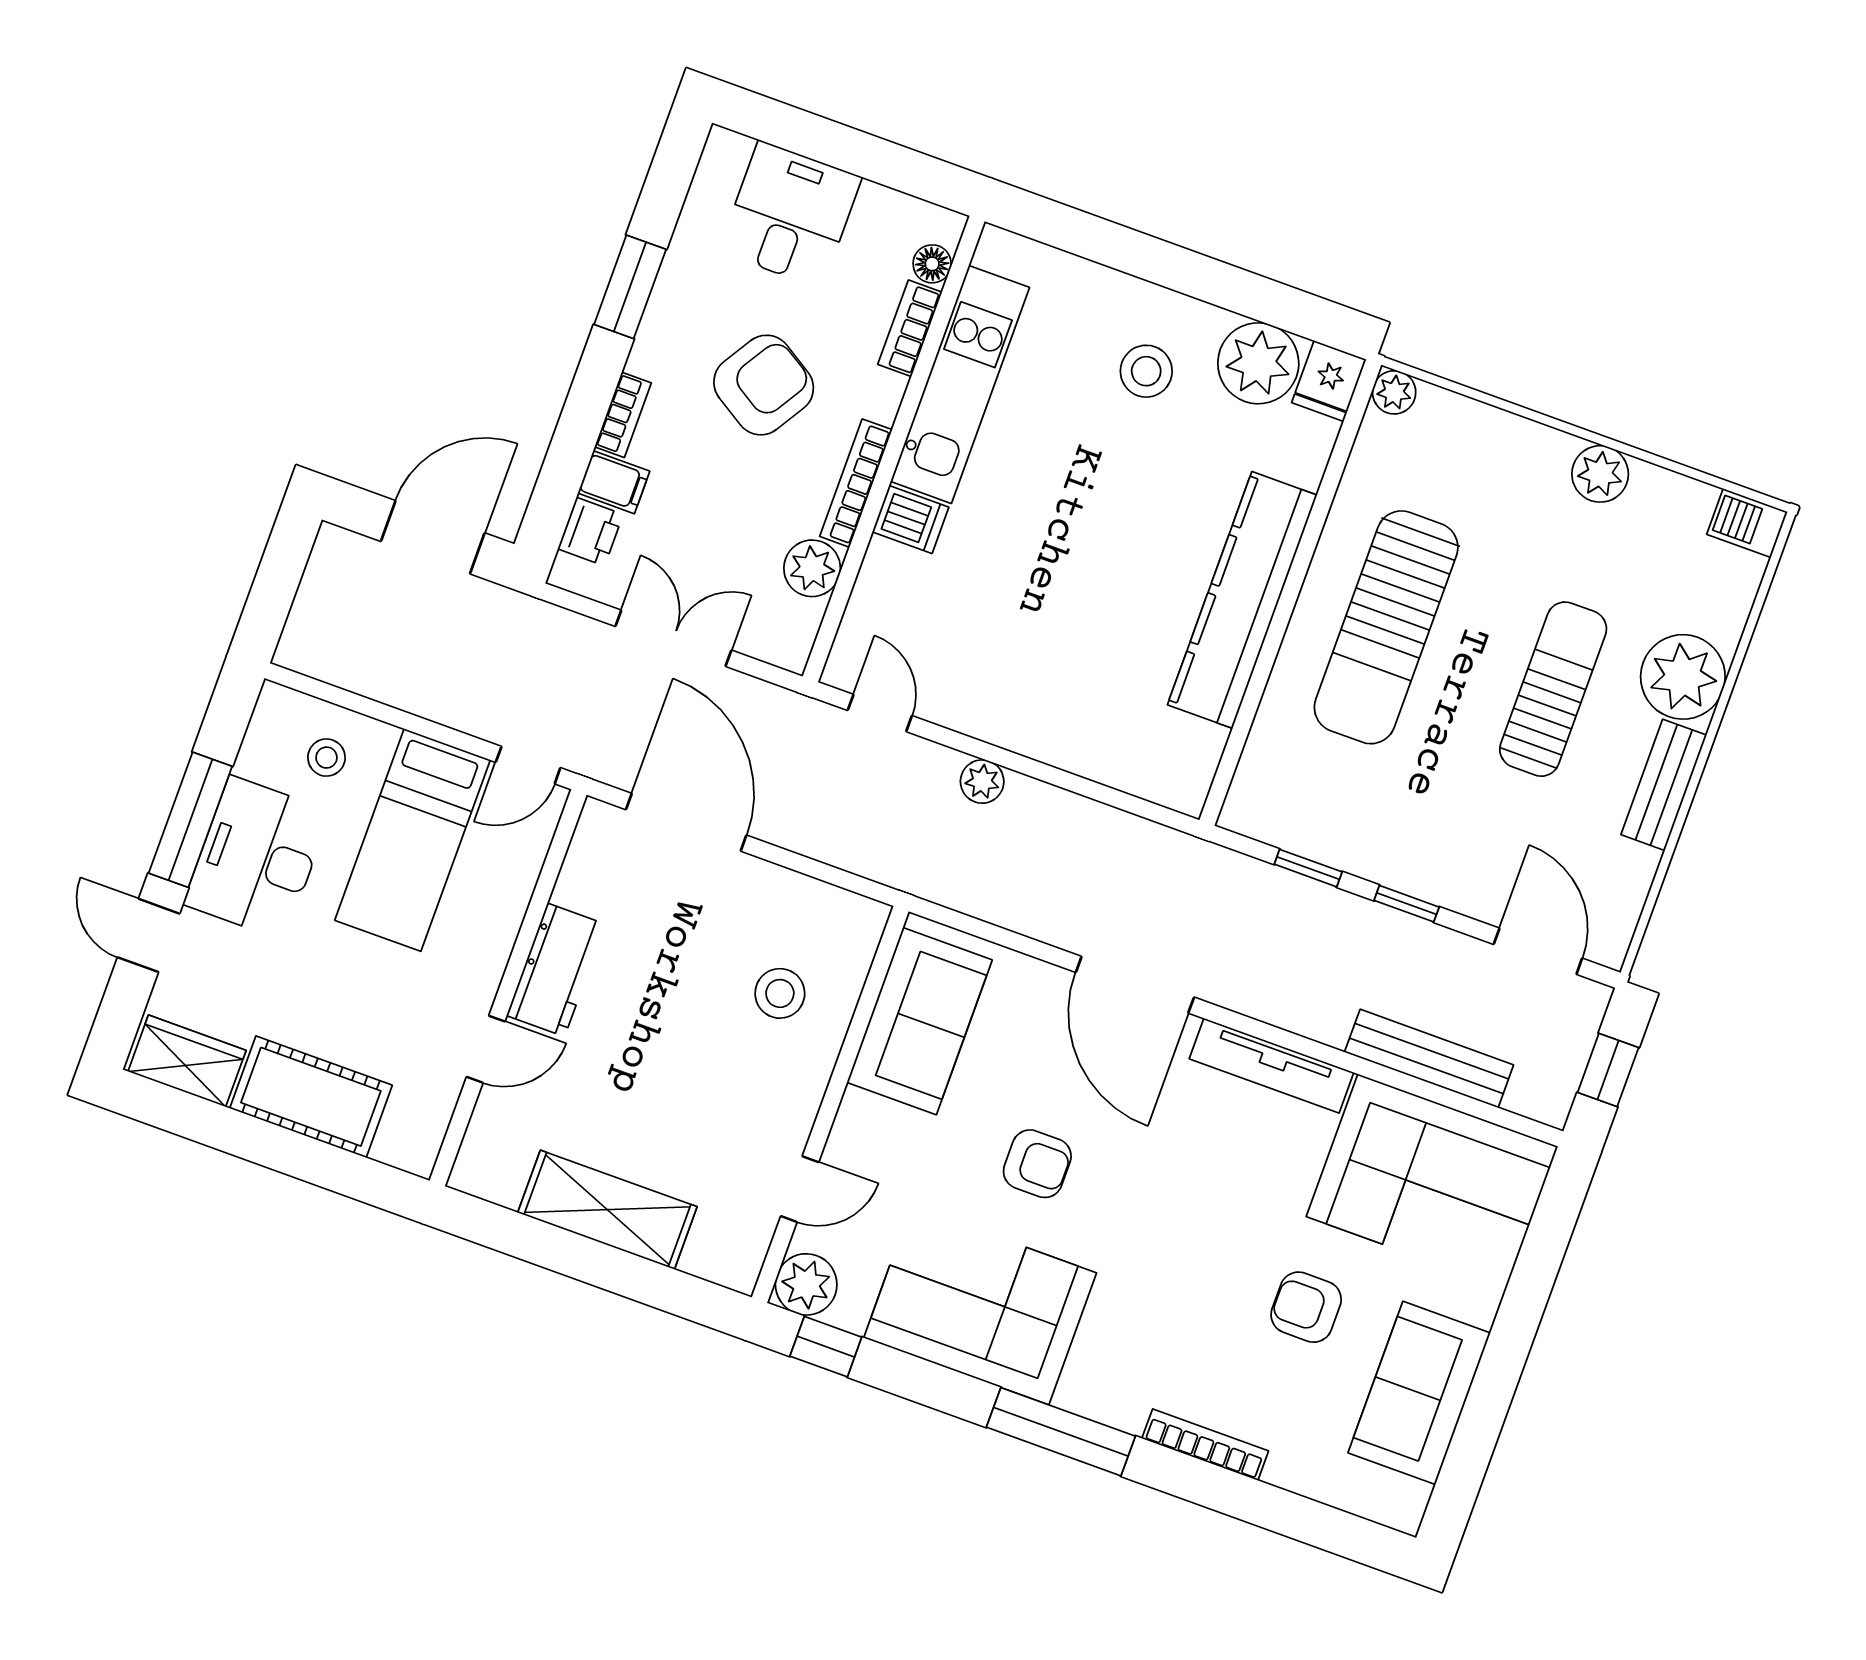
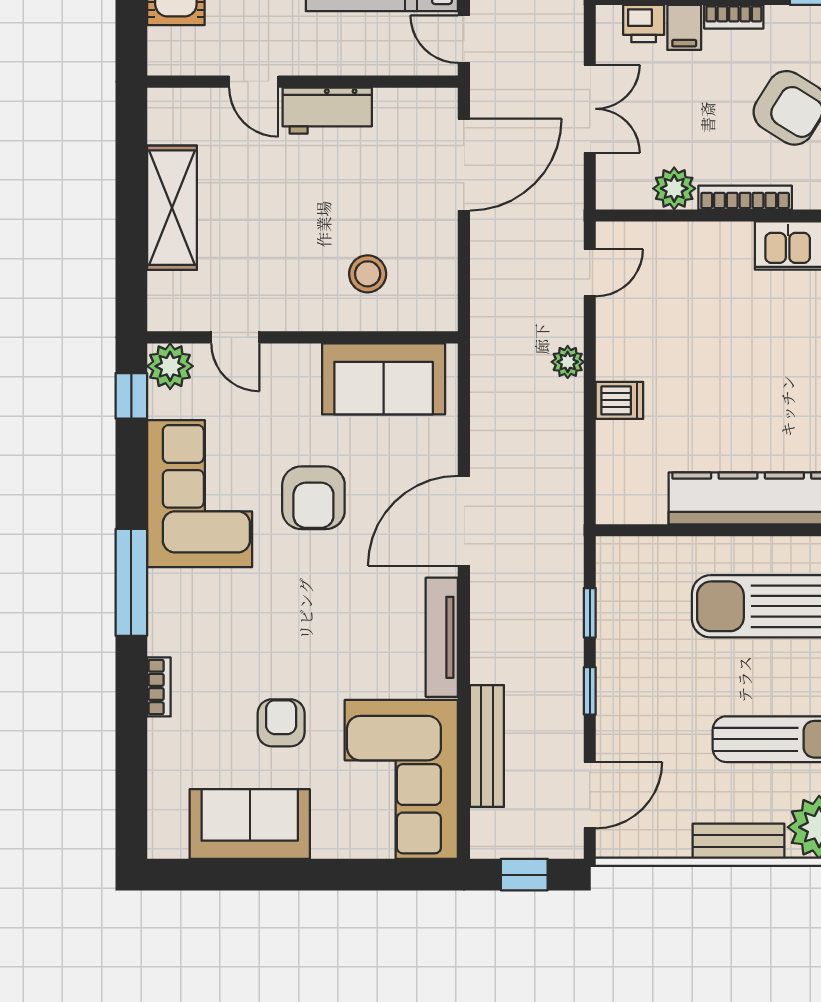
dishwasher: (910, 520) -> (619, 400), moved, turned -90
armchair: (1037, 1164) -> (313, 498), width x1.38, depth x1.38
bookcase: (1205, 1445) -> (159, 687), width x0.64

